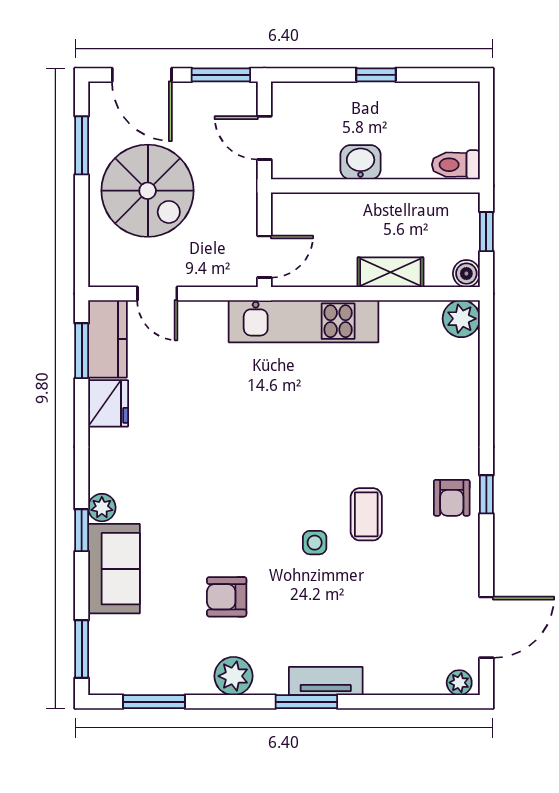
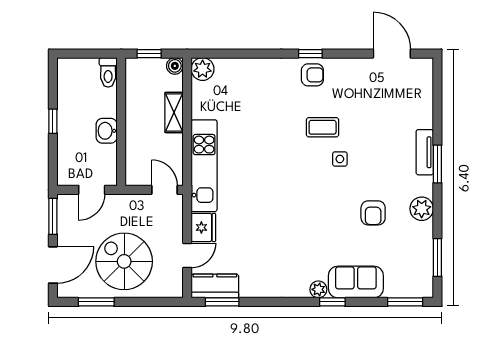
spiral stairs: (148, 191) -> (124, 261), turned -90
fridge: (108, 403) -> (203, 227), moved, turned 90
plant: (459, 683) -> (426, 70), removed

